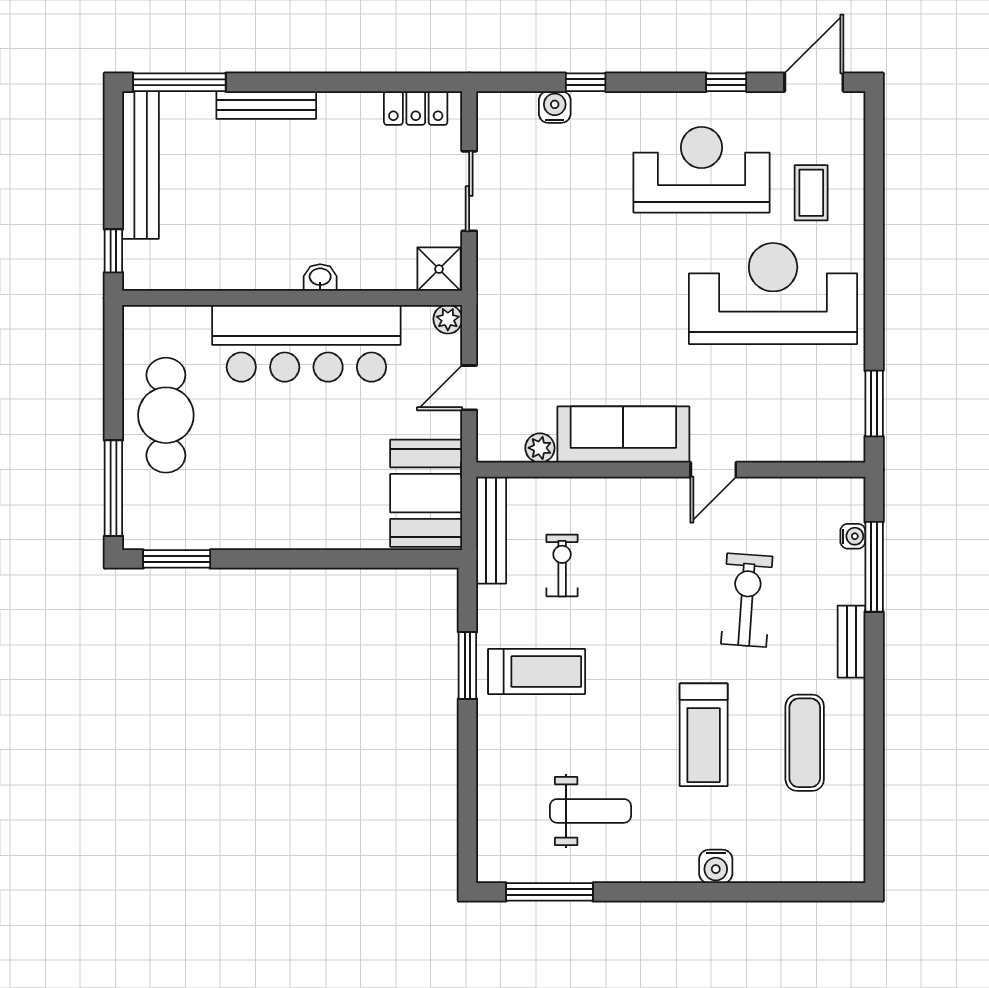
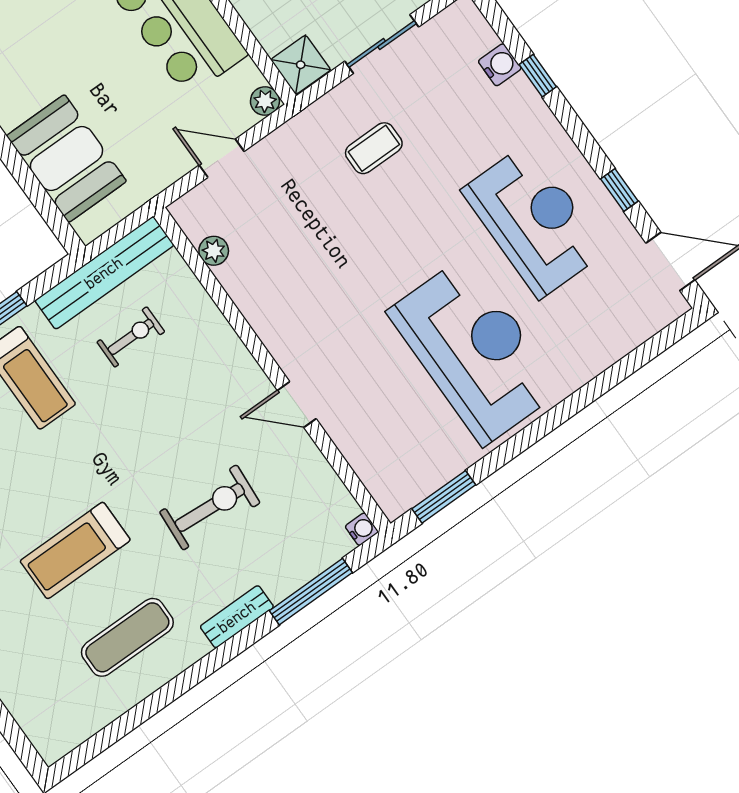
coffee table: (811, 193) -> (374, 148), moved
sofa: (623, 435) -> (273, 311), removed
booth: (426, 493) -> (66, 158), moved, turned 90
bench: (491, 530) -> (104, 273), width x1.37, depth x1.21
water cooler: (853, 536) -> (362, 529), moved, turned -90

